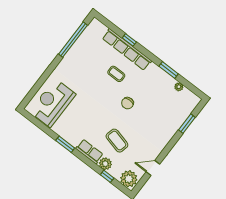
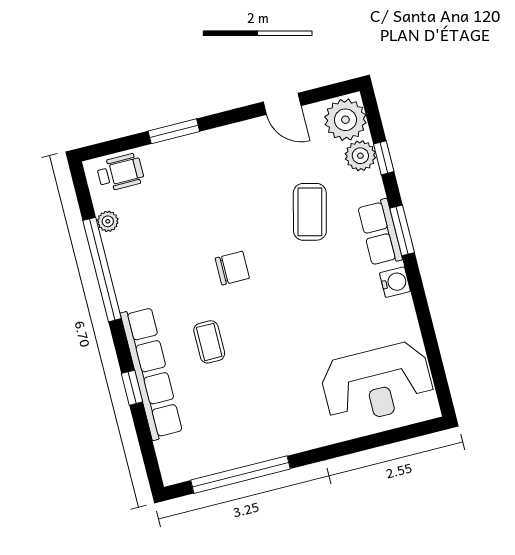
window: (169, 70) -> (102, 270), width x2.11
wheelchair: (187, 105) -> (120, 172), added
window: (187, 124) -> (174, 131), moved
water cooler: (72, 140) -> (395, 282), added
window: (65, 144) -> (402, 230), moved
plant: (105, 164) -> (360, 156), moved

